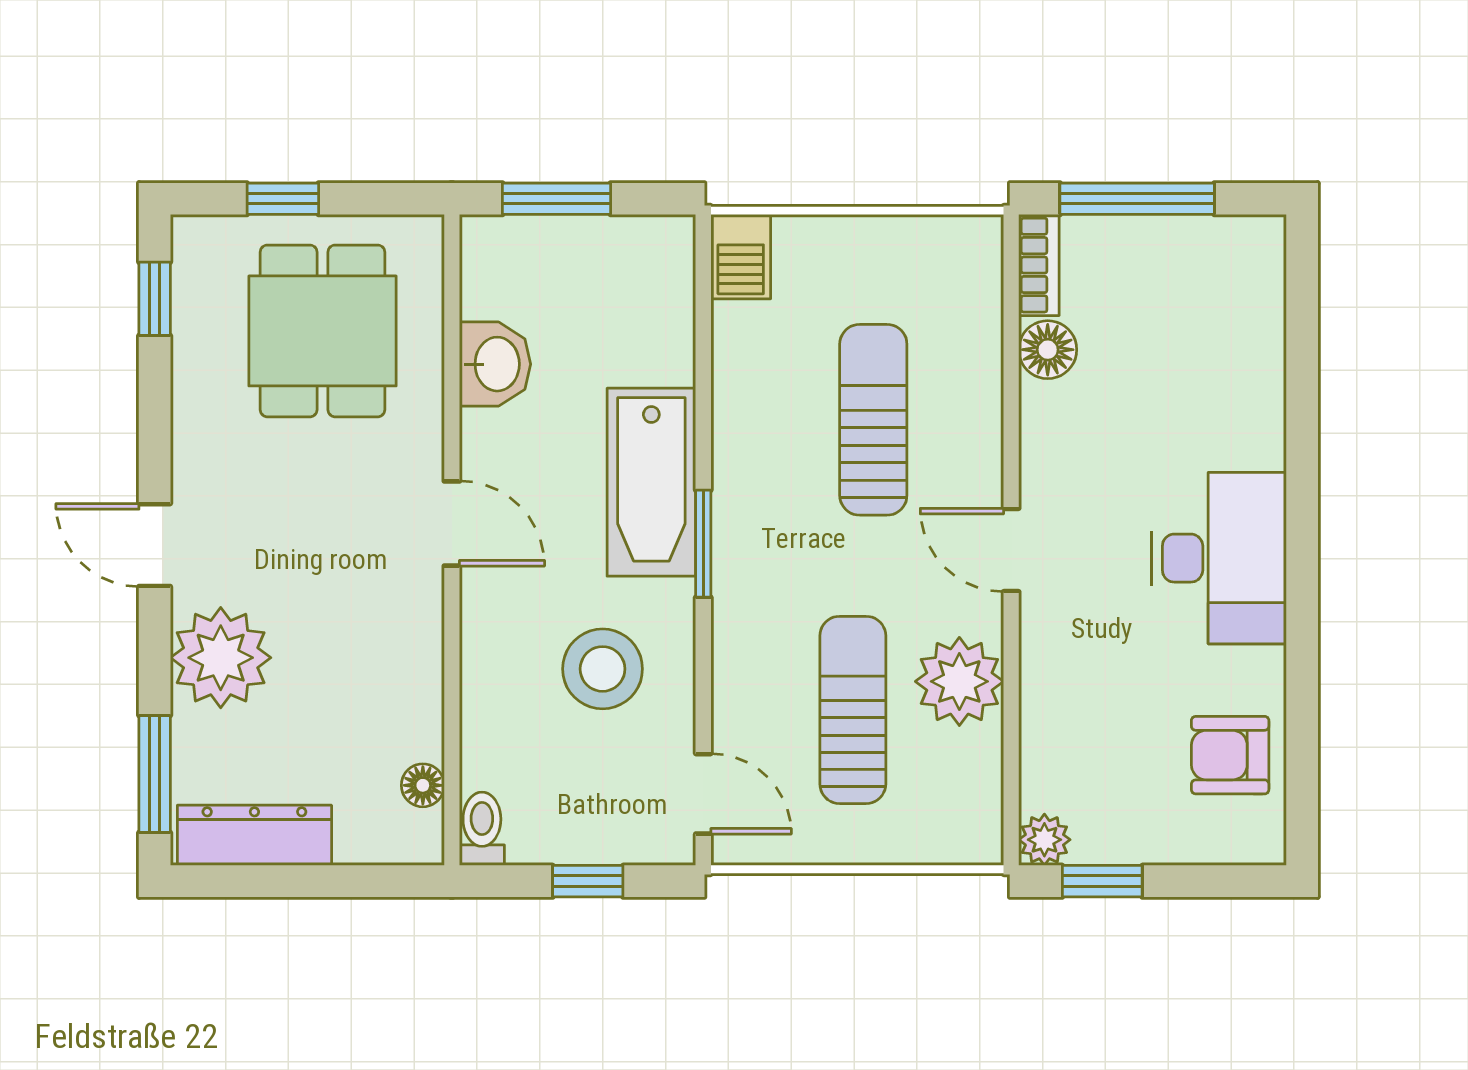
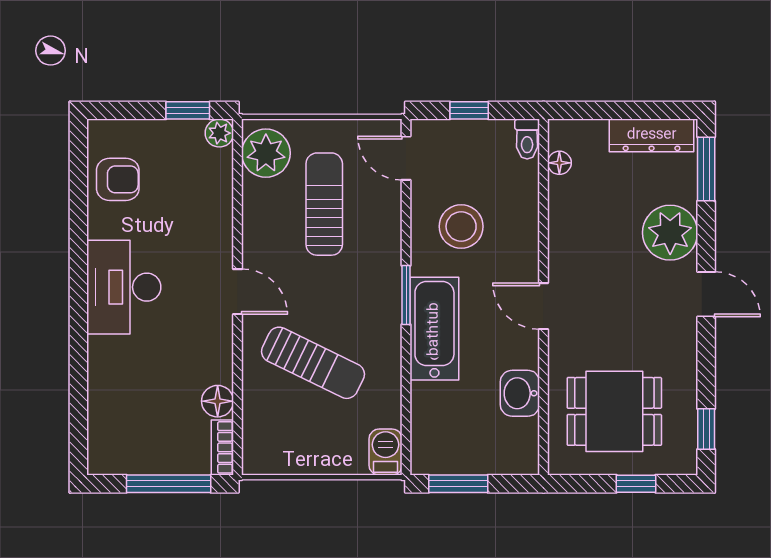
window: (556, 199) -> (458, 484), moved
dining table: (323, 331) -> (614, 411), turned 90
sun lounger: (873, 420) -> (313, 363), turned -64
plant: (959, 681) -> (266, 153), moved
sun lounger: (853, 710) -> (324, 204), turned 180

